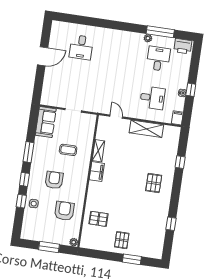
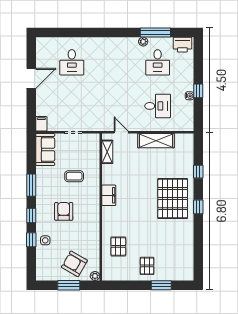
desk: (158, 59) -> (158, 62), turned 180
filing cabinet: (177, 118) -> (41, 124), moved
shelving: (98, 151) -> (107, 152), moved
pallet: (154, 183) -> (173, 199), width x2.05, depth x2.00
armchair: (64, 211) -> (74, 264), moved, turned -60
pallet: (98, 219) -> (118, 246), turned 90
window: (171, 224) -> (198, 207), moved

